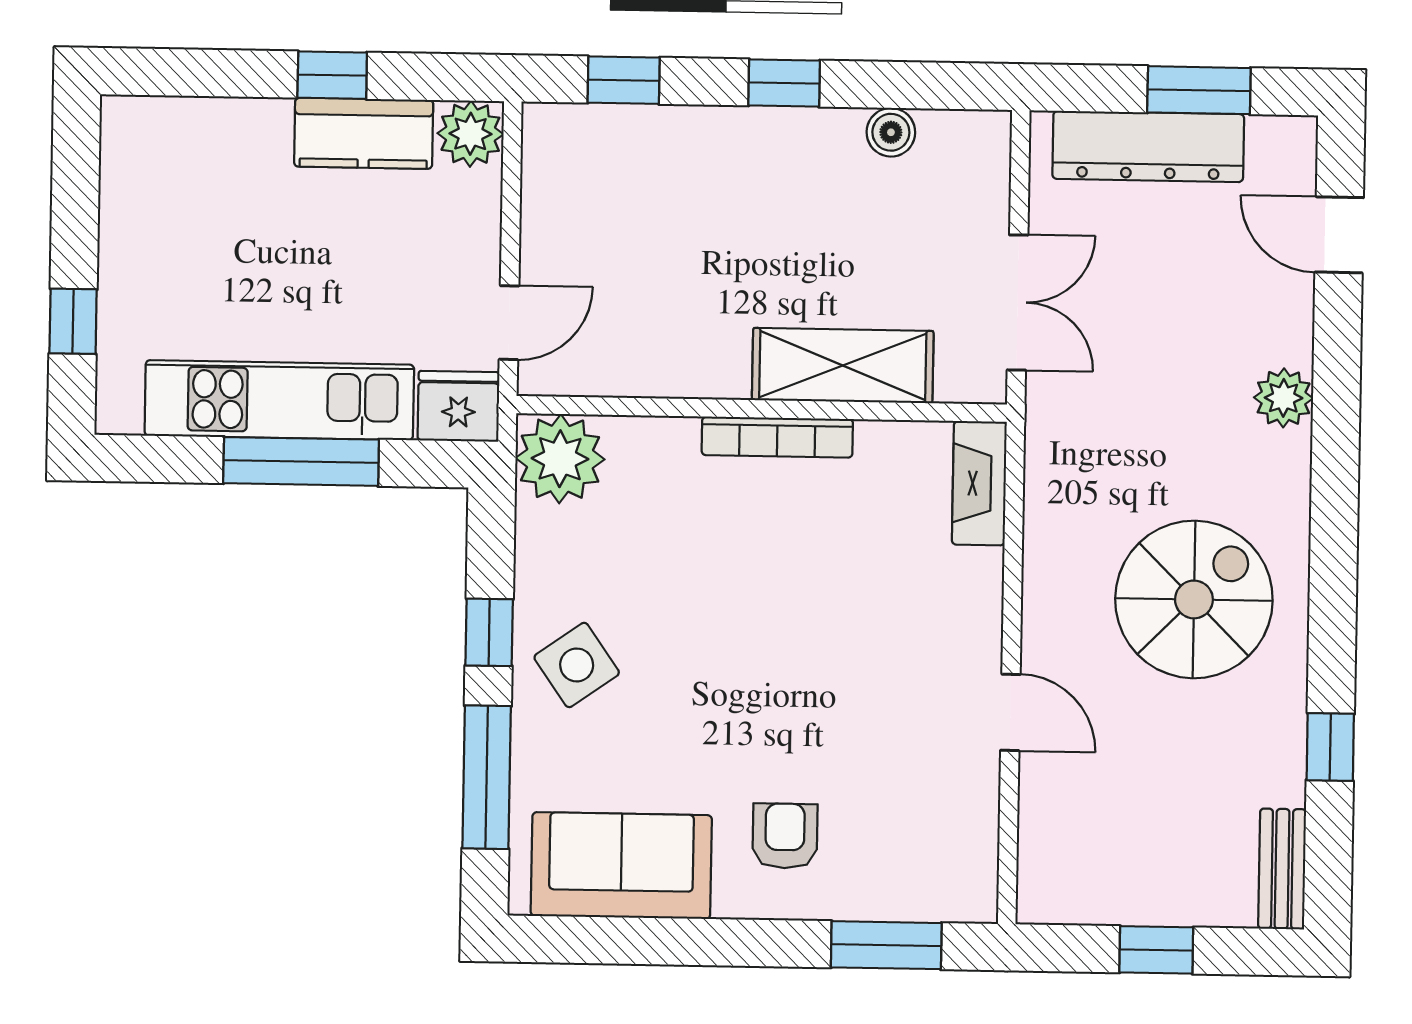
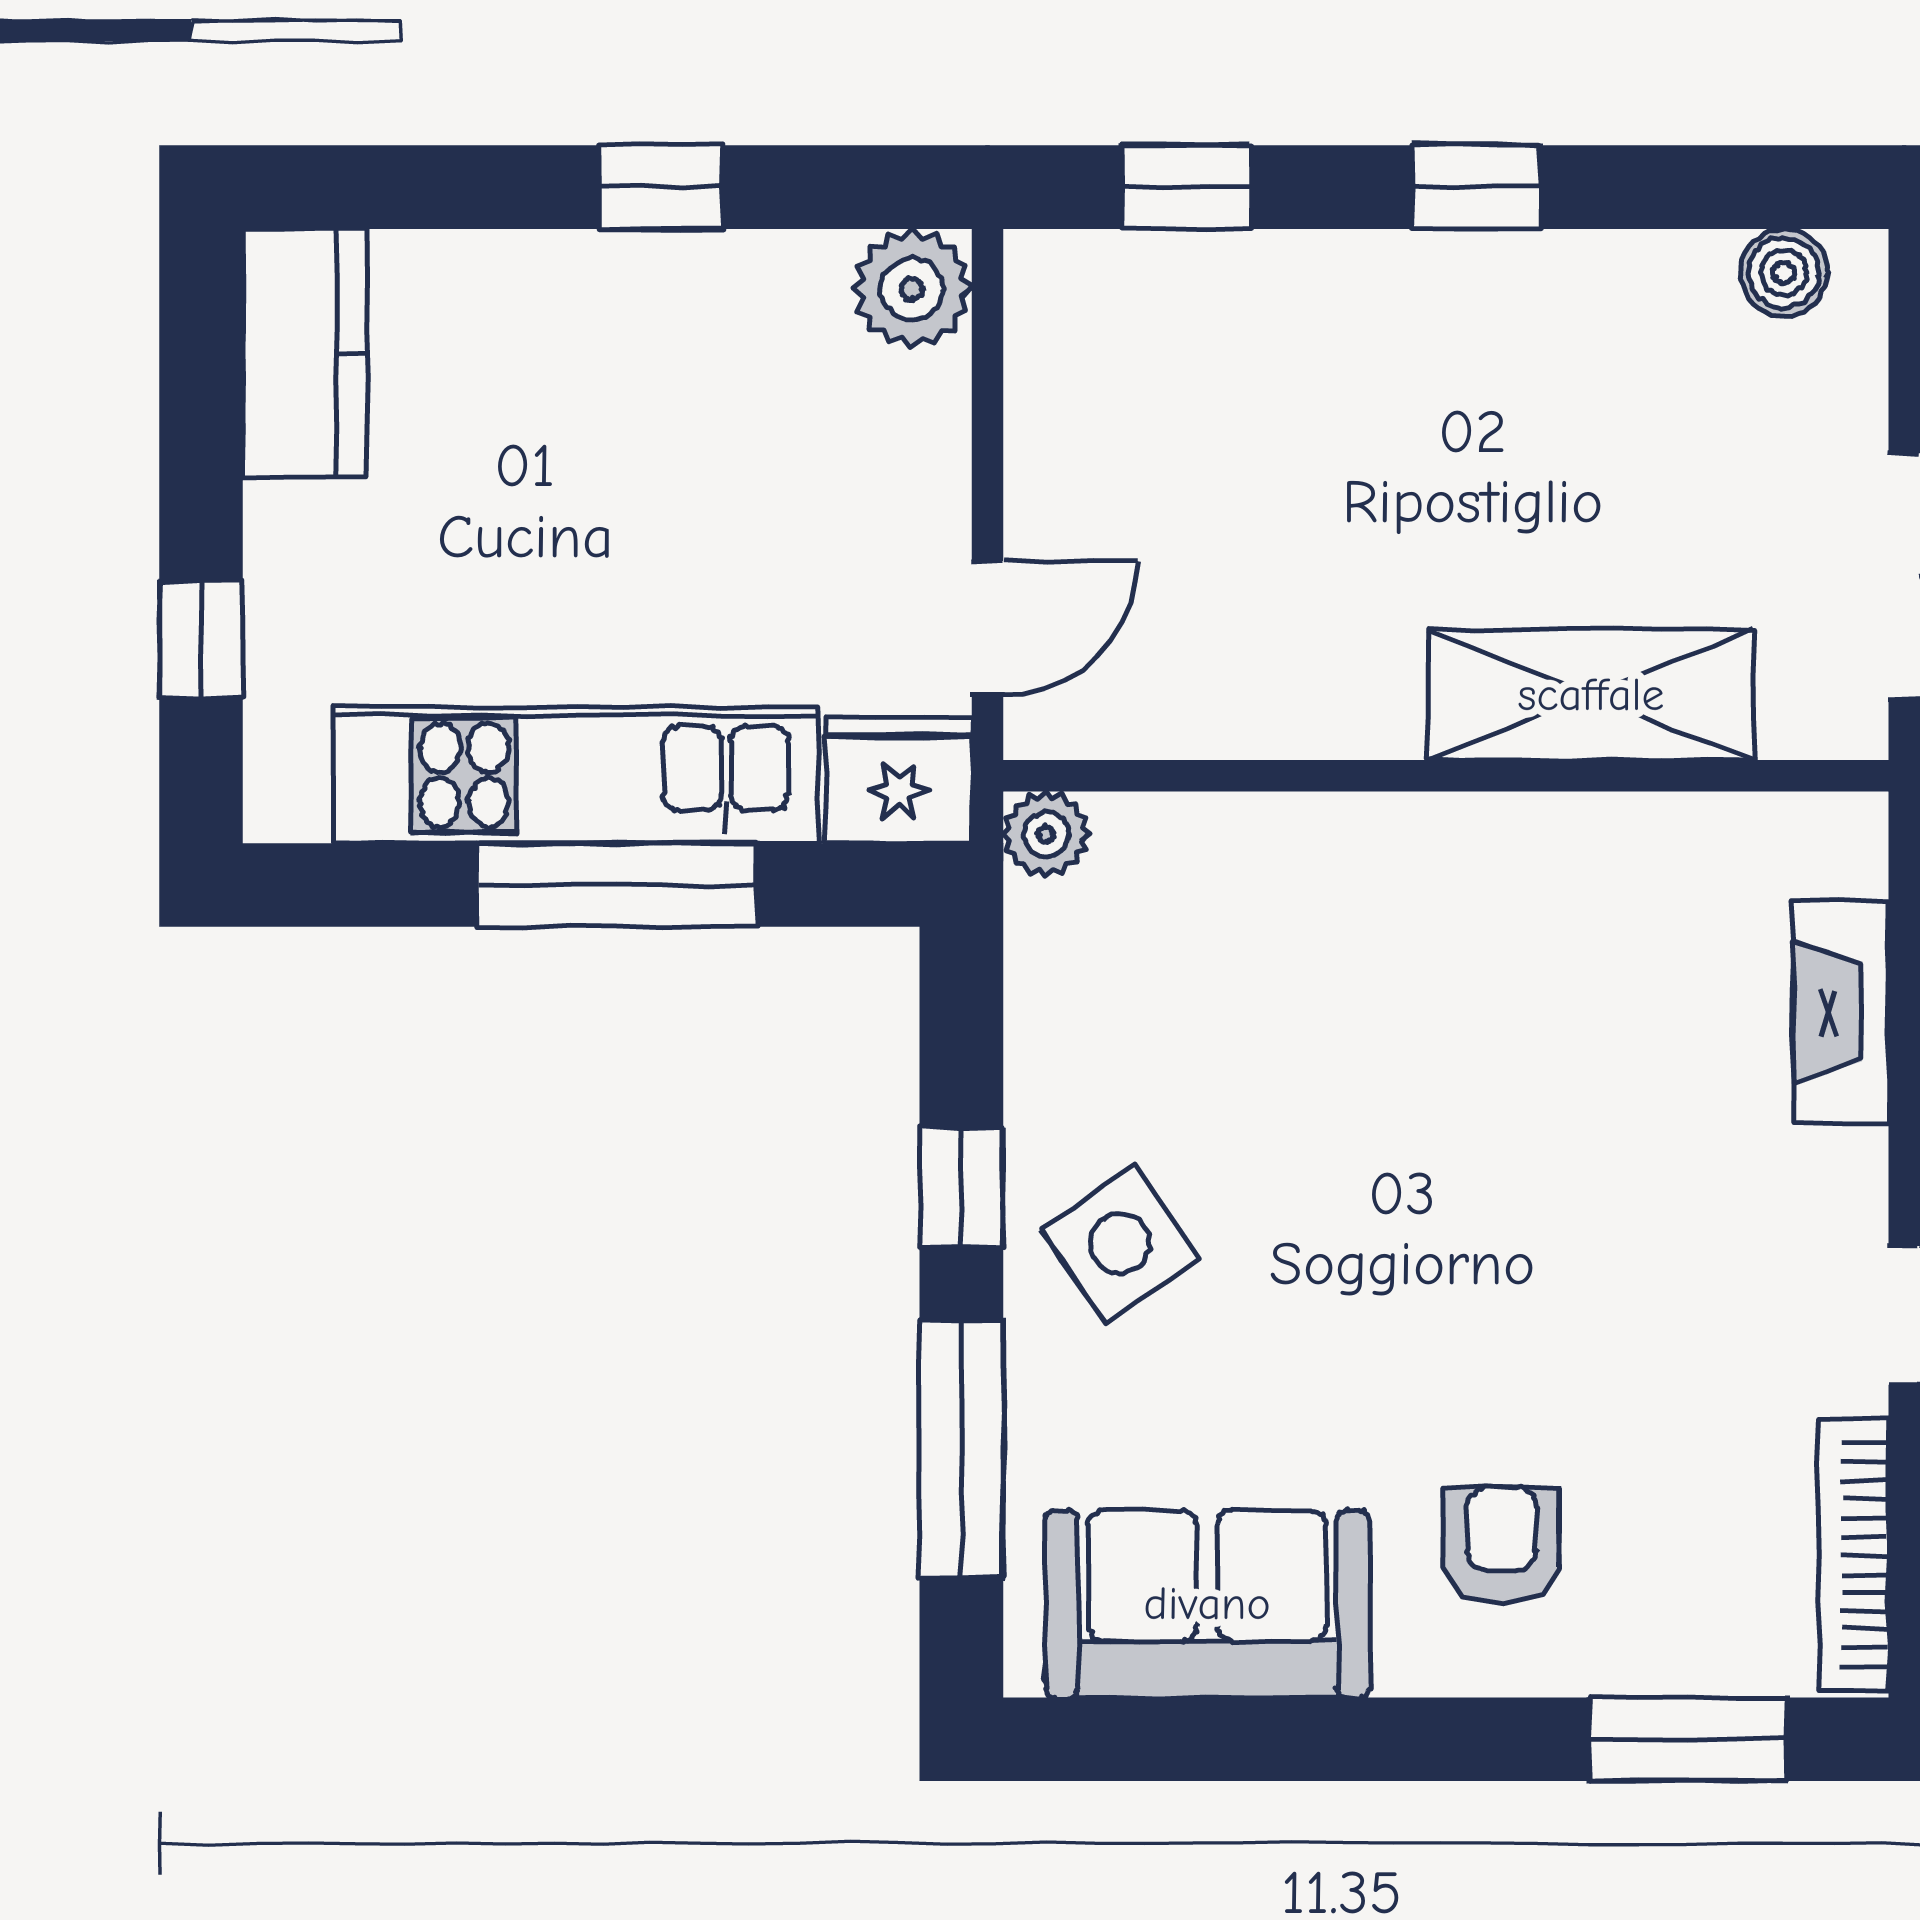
boiler: (891, 132) -> (1784, 273), moved
kitchen counter: (364, 133) -> (305, 353), moved, turned -90
bookcase: (777, 437) -> (1854, 1555), moved, turned 90
plant: (560, 459) -> (1046, 834), width x0.53, depth x0.53
fireplace: (979, 483) -> (1841, 1012), moved

